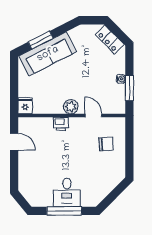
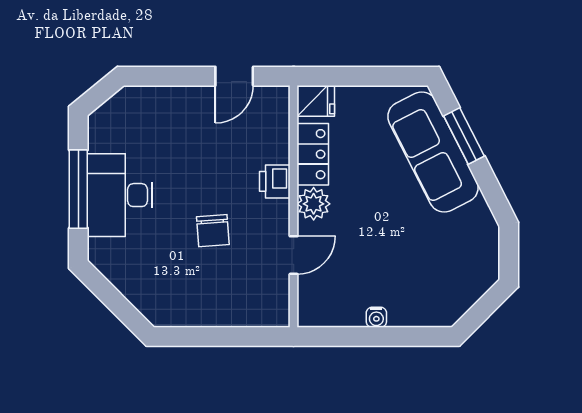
locker: (110, 39) -> (313, 154), moved, turned 135
window: (129, 88) -> (356, 336), removed
chair: (106, 144) -> (213, 231), moved
desk: (67, 192) -> (120, 195), width x1.37

